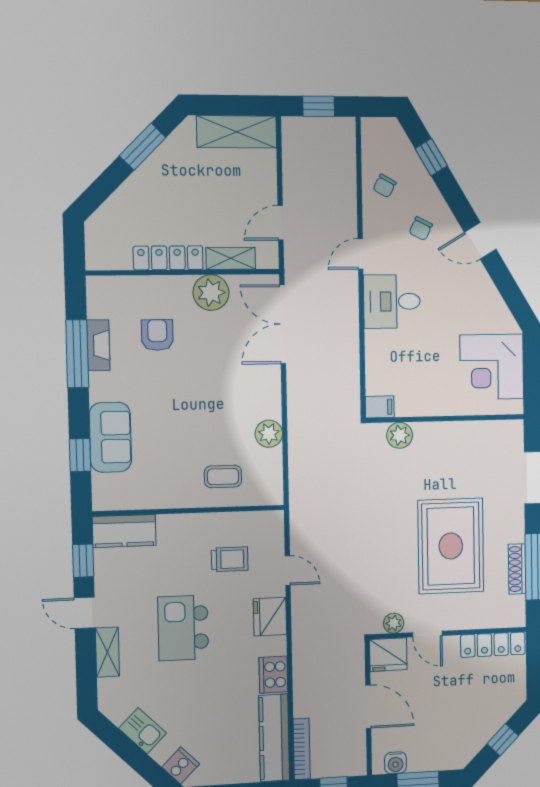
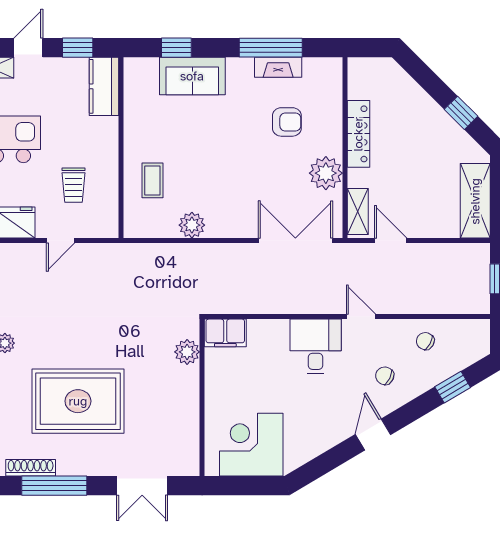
window: (143, 147) -> (461, 113), width x0.67
shelving: (231, 258) -> (358, 211), moved
filing cabinet: (380, 407) -> (225, 333), width x2.00
shoe rack: (517, 569) -> (31, 468), moved

